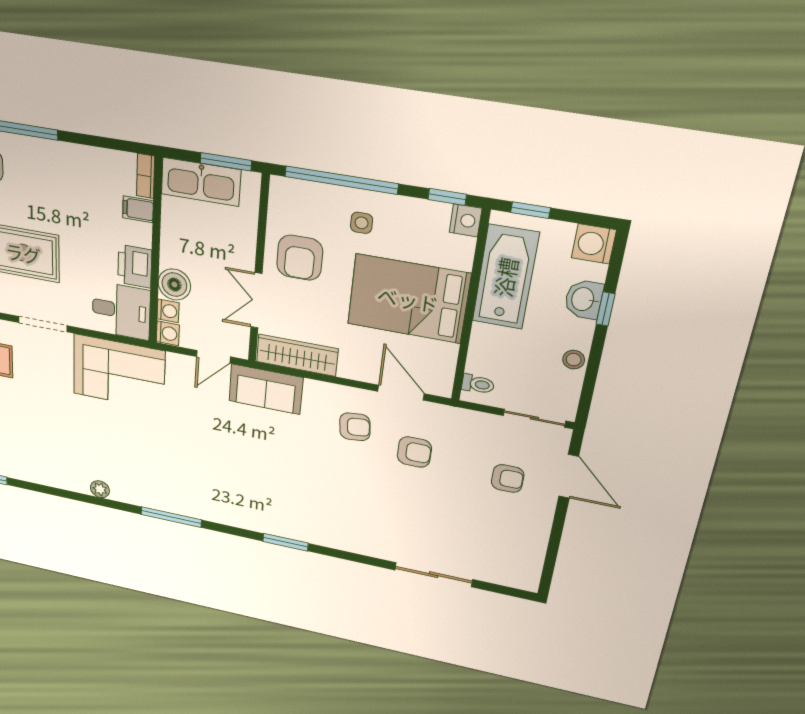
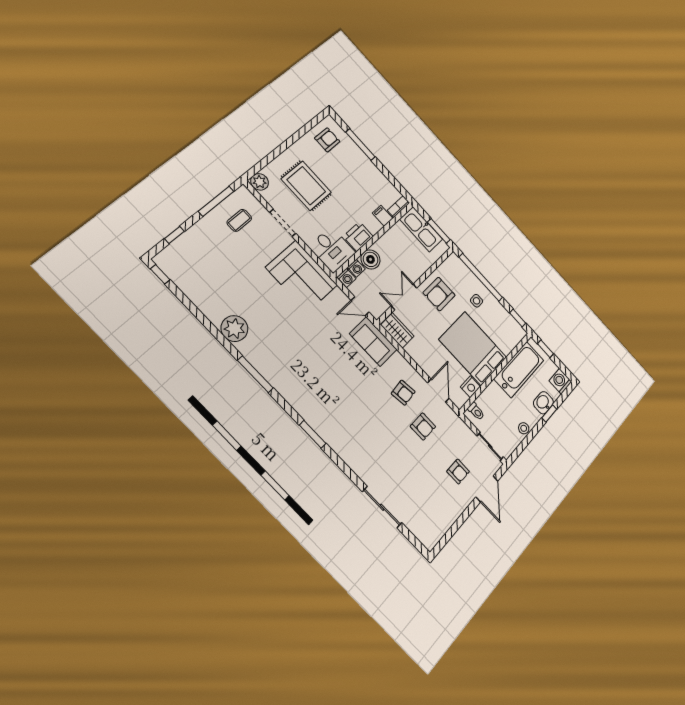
nightstand: (466, 220) -> (470, 387), moved
wardrobe: (297, 355) -> (397, 330), width x0.67
plant: (100, 489) -> (234, 329), width x1.88, depth x1.88

